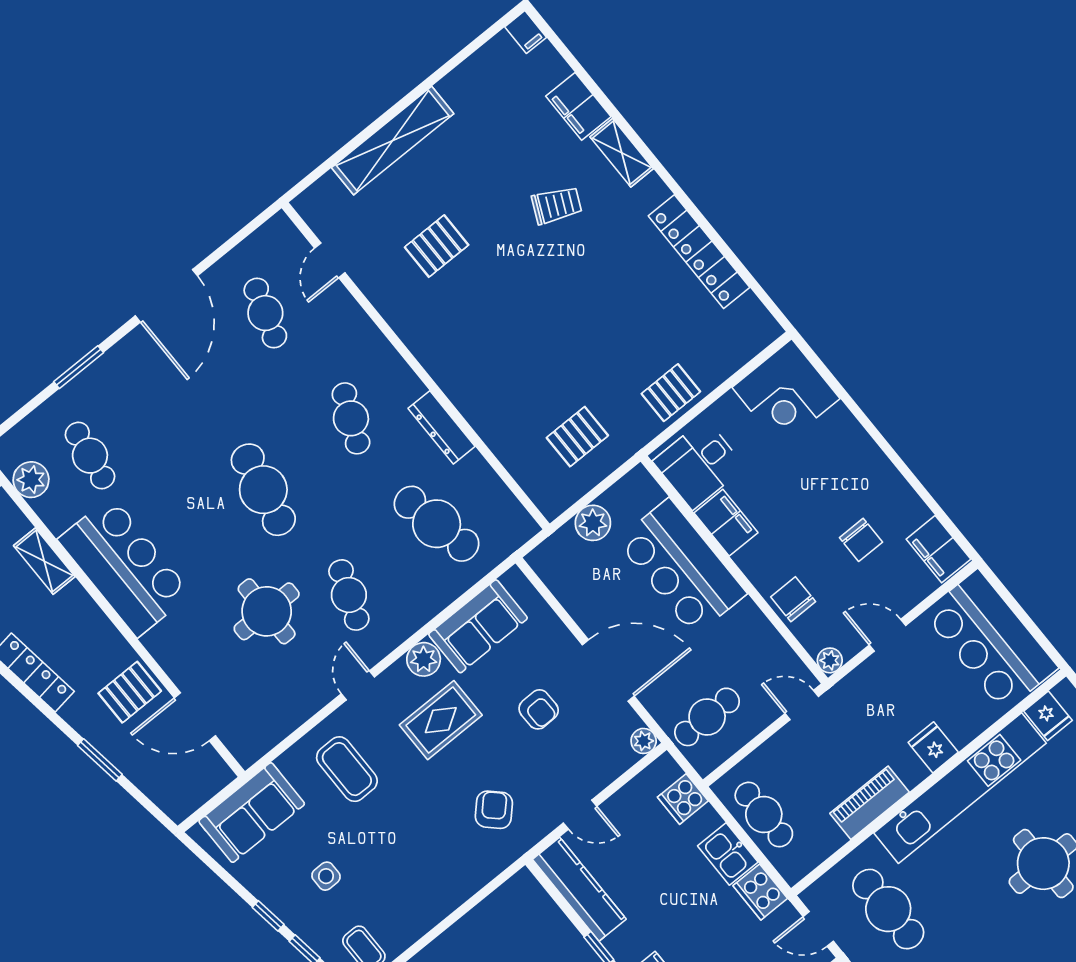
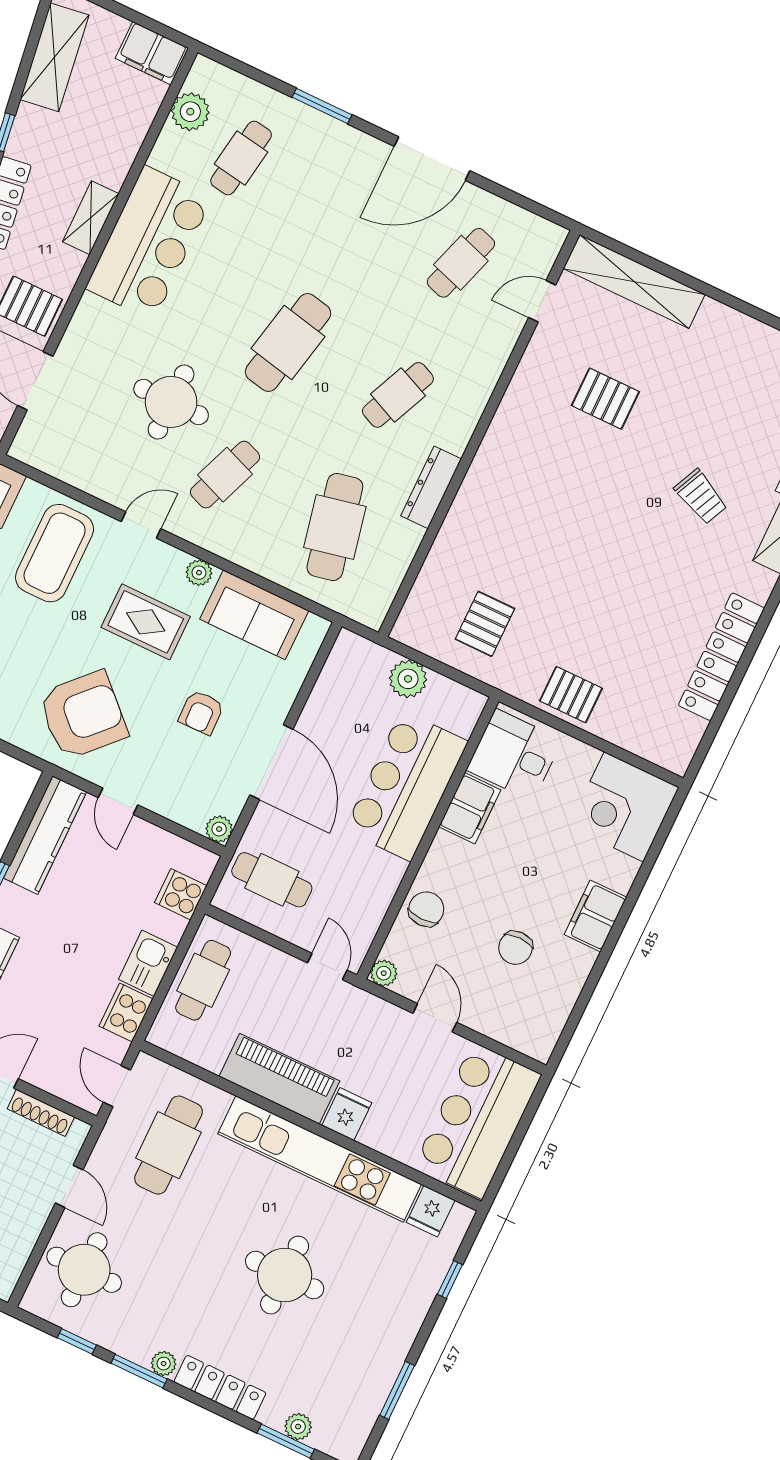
shelving: (393, 141) -> (634, 281), moved
pallet: (577, 437) -> (485, 624), turned 90
filing cabinet: (938, 549) -> (595, 916), moved
shelving: (44, 561) -> (91, 218), moved
plant: (424, 659) -> (199, 573), width x0.73, depth x0.73
coffee table: (347, 769) -> (55, 553), width x1.36, depth x1.32
piano: (870, 803) -> (279, 1079), width x1.37, depth x1.33
armchair: (494, 810) -> (83, 715), width x1.88, depth x1.88

